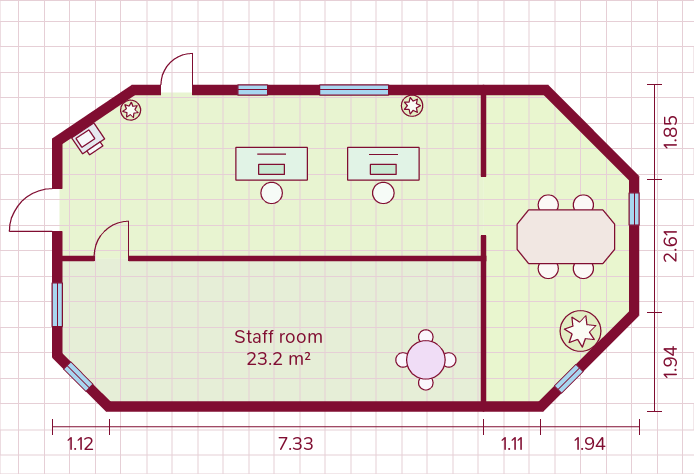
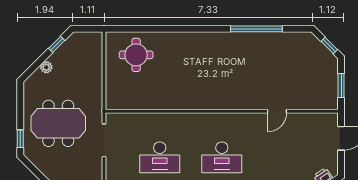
door: (111, 258) -> (277, 111), moved
plant: (581, 331) -> (46, 67), width x0.53, depth x0.53
window: (210, 407) -> (256, 29), added

